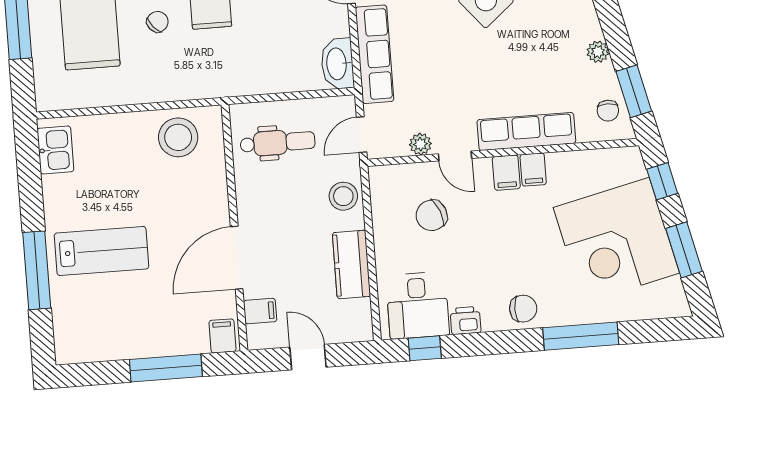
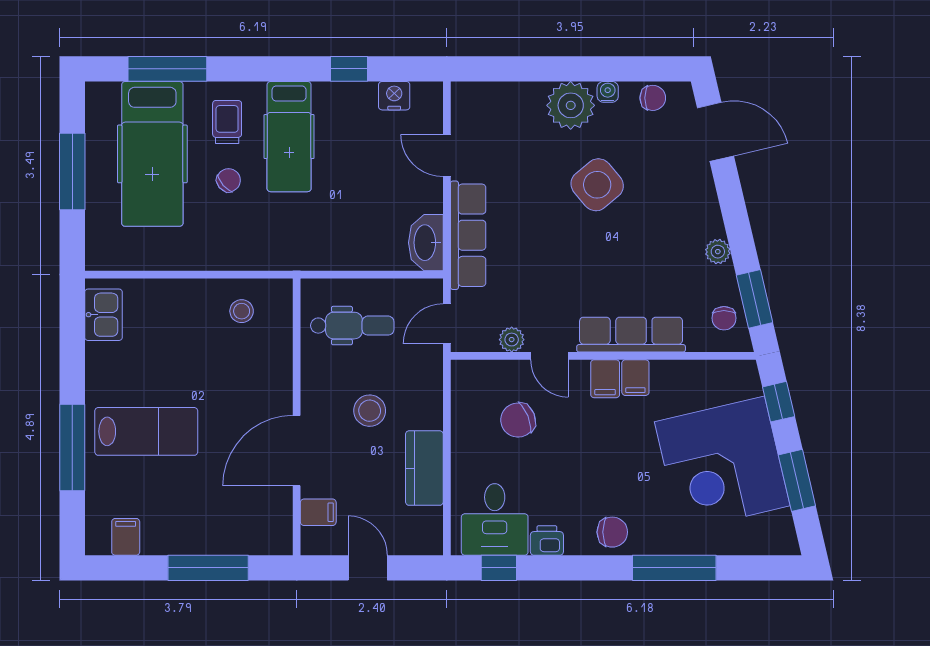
stool: (178, 137) -> (242, 311), width x0.53, depth x0.53
stool: (343, 196) -> (370, 411), moved
filing cabinet: (223, 336) -> (126, 537), moved

